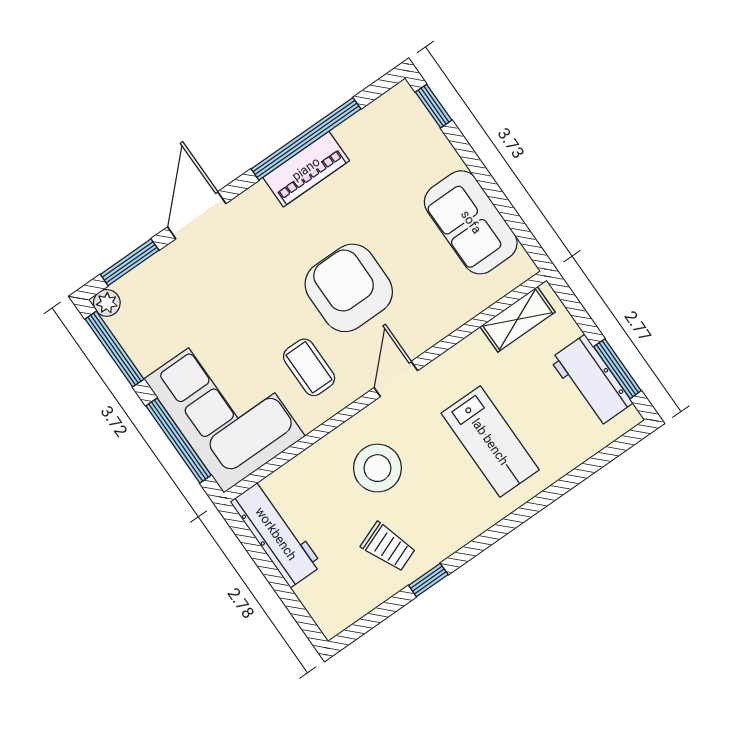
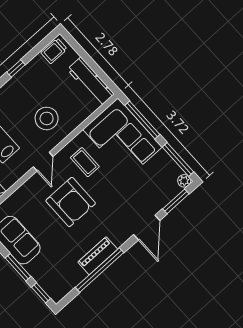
window: (475, 166) -> (18, 267), added
trolley: (388, 547) -> (54, 51), moved, turned -69

